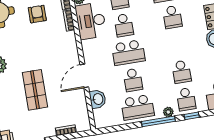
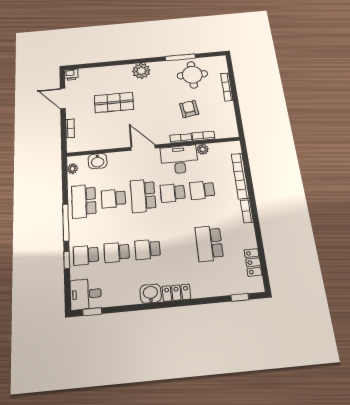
armchair: (37, 14) -> (189, 109), turned -98
school desk: (172, 17) -> (148, 249), moved
door: (84, 76) -> (143, 148), moved
plant: (168, 112) -> (72, 169), moved

